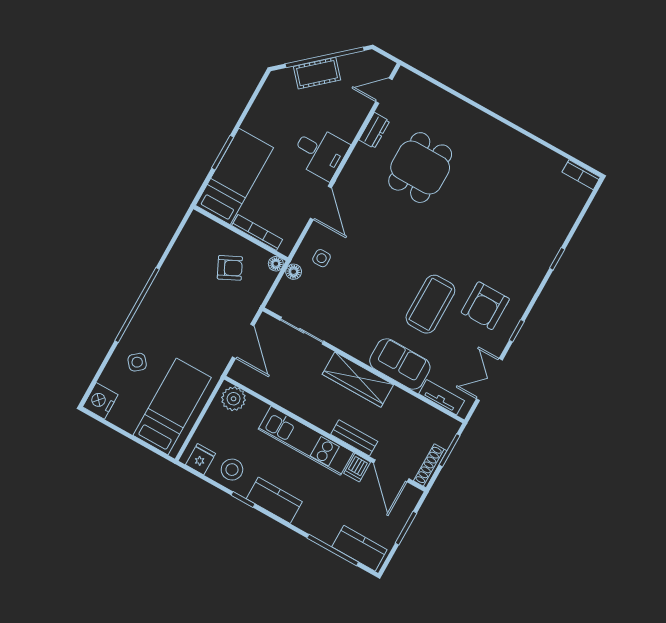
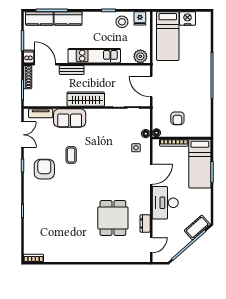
cot: (317, 73) -> (197, 227), moved
desk: (320, 152) -> (165, 203), width x1.37
door: (321, 203) -> (151, 174), swing flipped
armchair: (230, 268) -> (177, 118), turned -64
coffee table: (430, 304) -> (71, 155), width x0.54, depth x0.58
side table: (137, 362) -> (197, 48), removed
nightstand: (100, 401) -> (188, 19), moved, turned -90
dishwasher: (357, 468) -> (29, 57), moved
kitchen counter: (274, 500) -> (68, 18), moved

